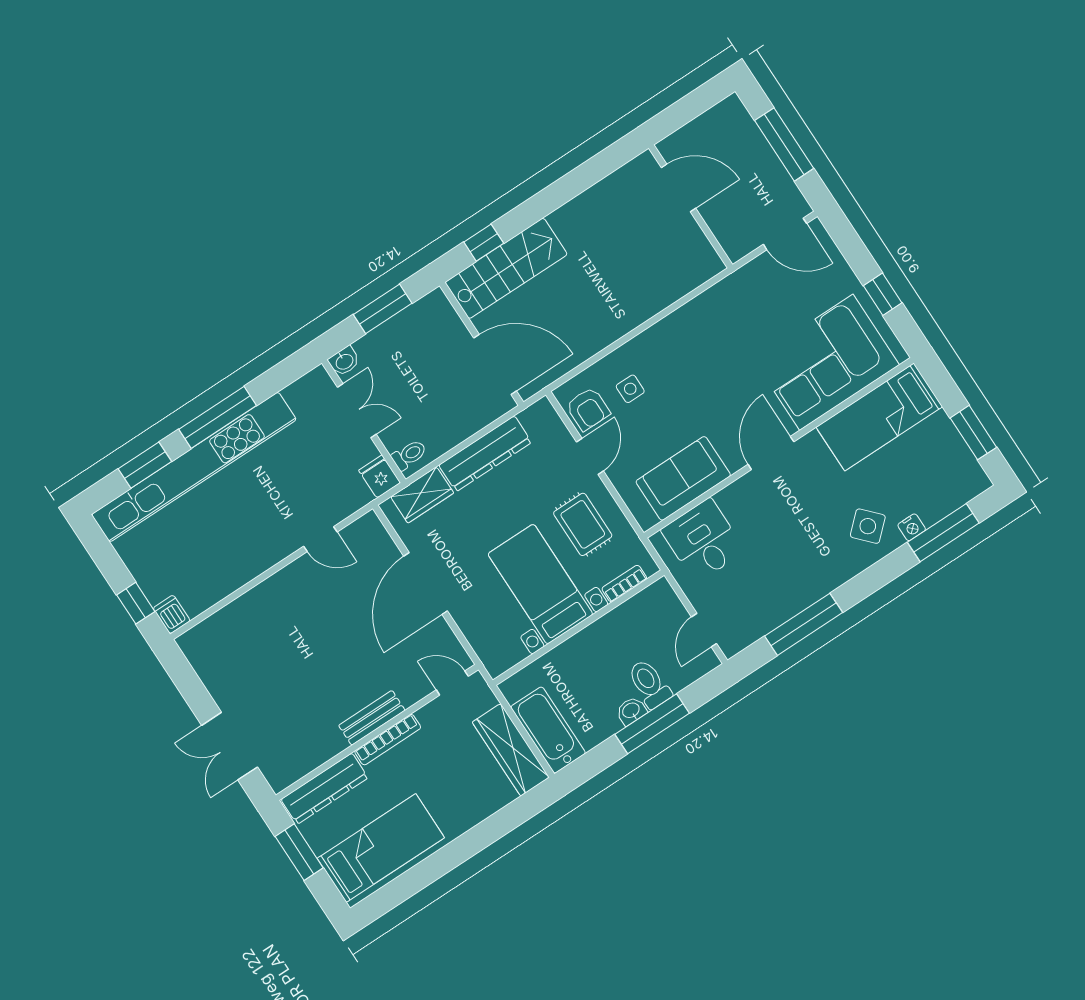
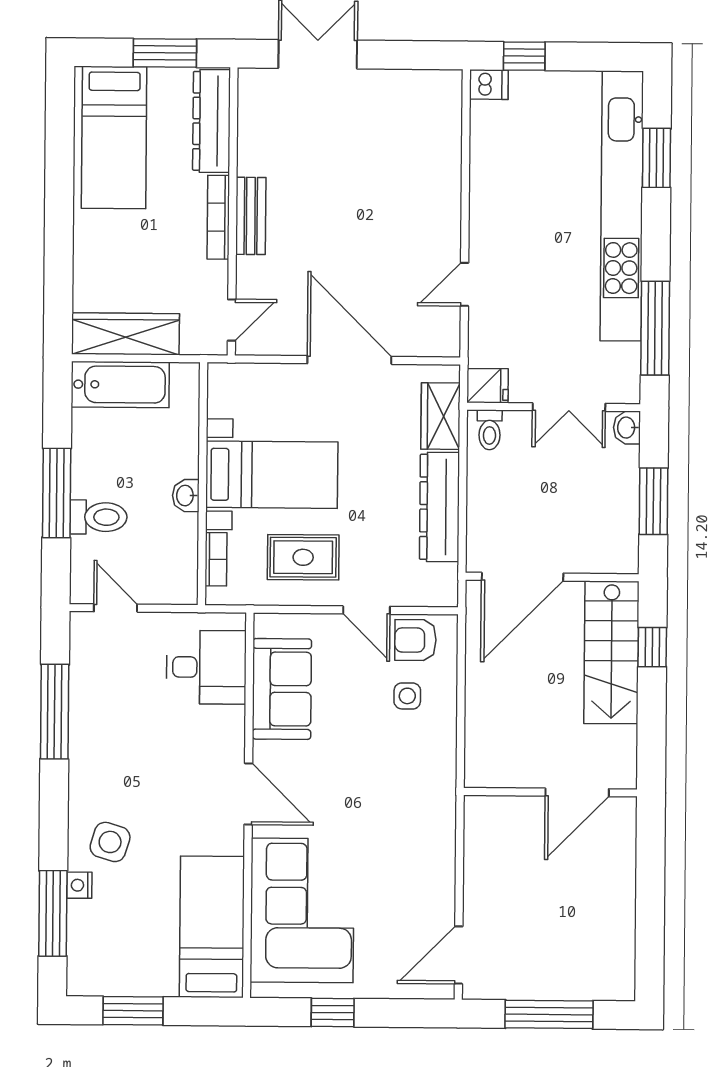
door: (678, 188) -> (577, 792), moved
wall: (691, 206) -> (550, 792), moved
window: (218, 417) -> (655, 328), moved
side table: (868, 526) -> (110, 842), turned -30
washbasin: (631, 711) -> (186, 496), moved, turned 180

